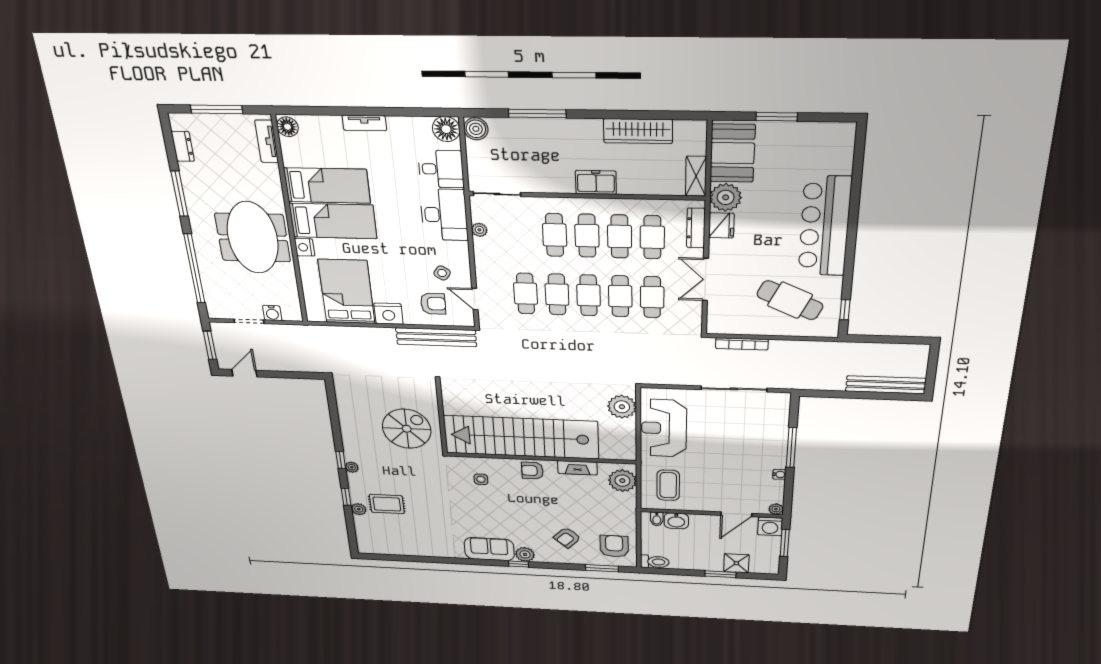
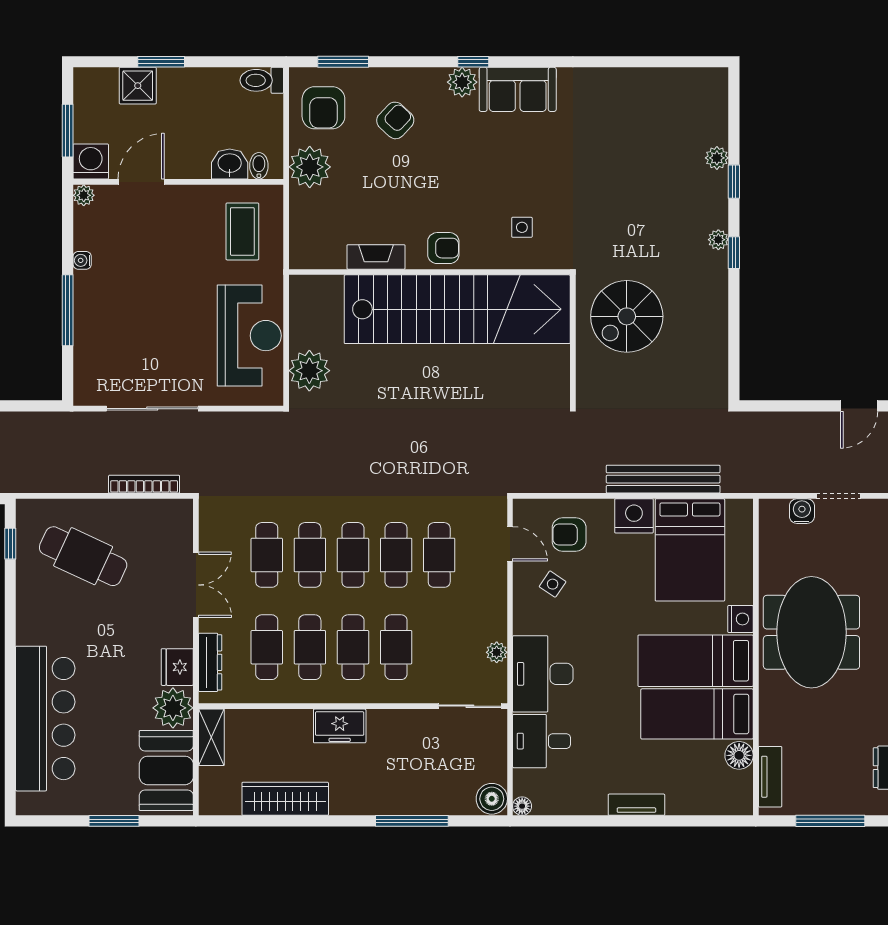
floor lamp: (287, 127) -> (739, 755), moved
floor lamp: (446, 129) -> (522, 806), width x0.53, depth x0.53
bar counter: (825, 226) -> (45, 719), moved
bench: (436, 337) -> (663, 479), moved
plant: (622, 481) -> (310, 167), moved
rug: (387, 504) -> (671, 171), removed

